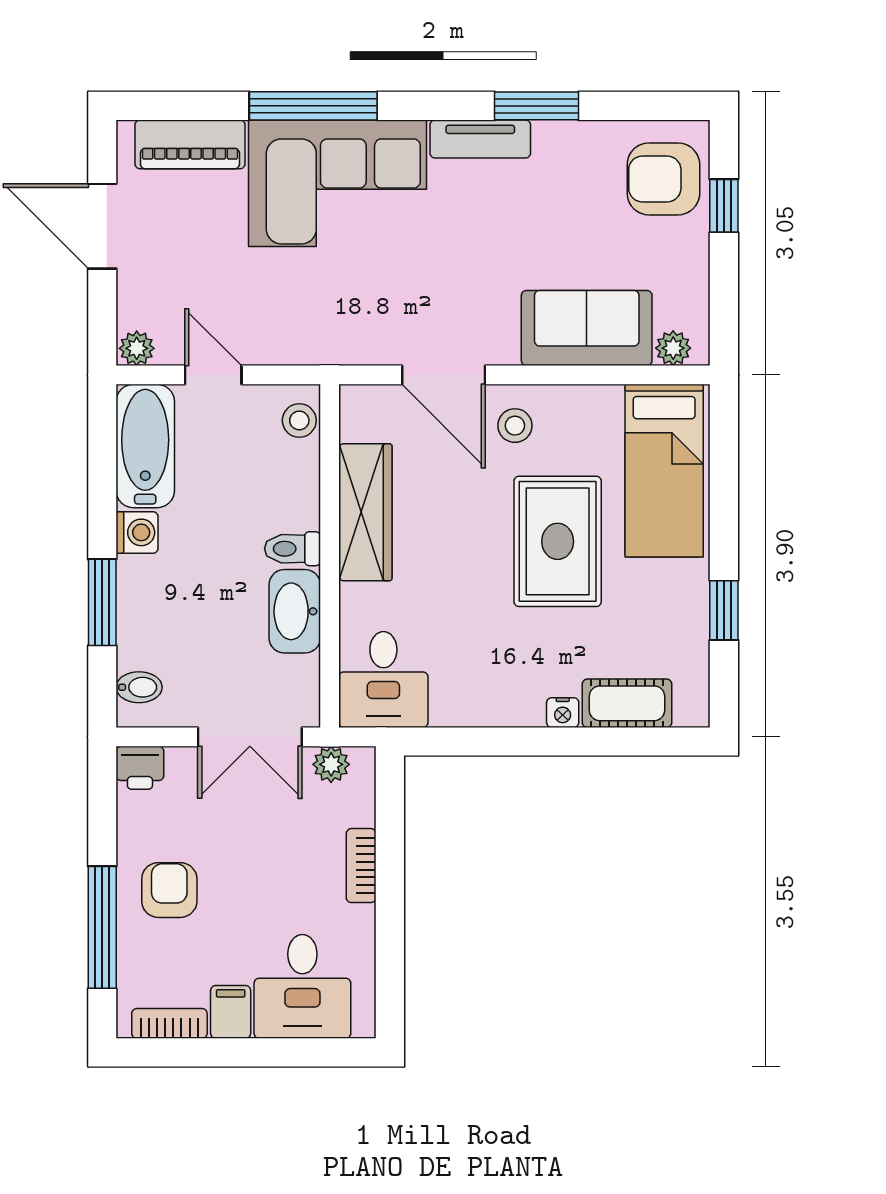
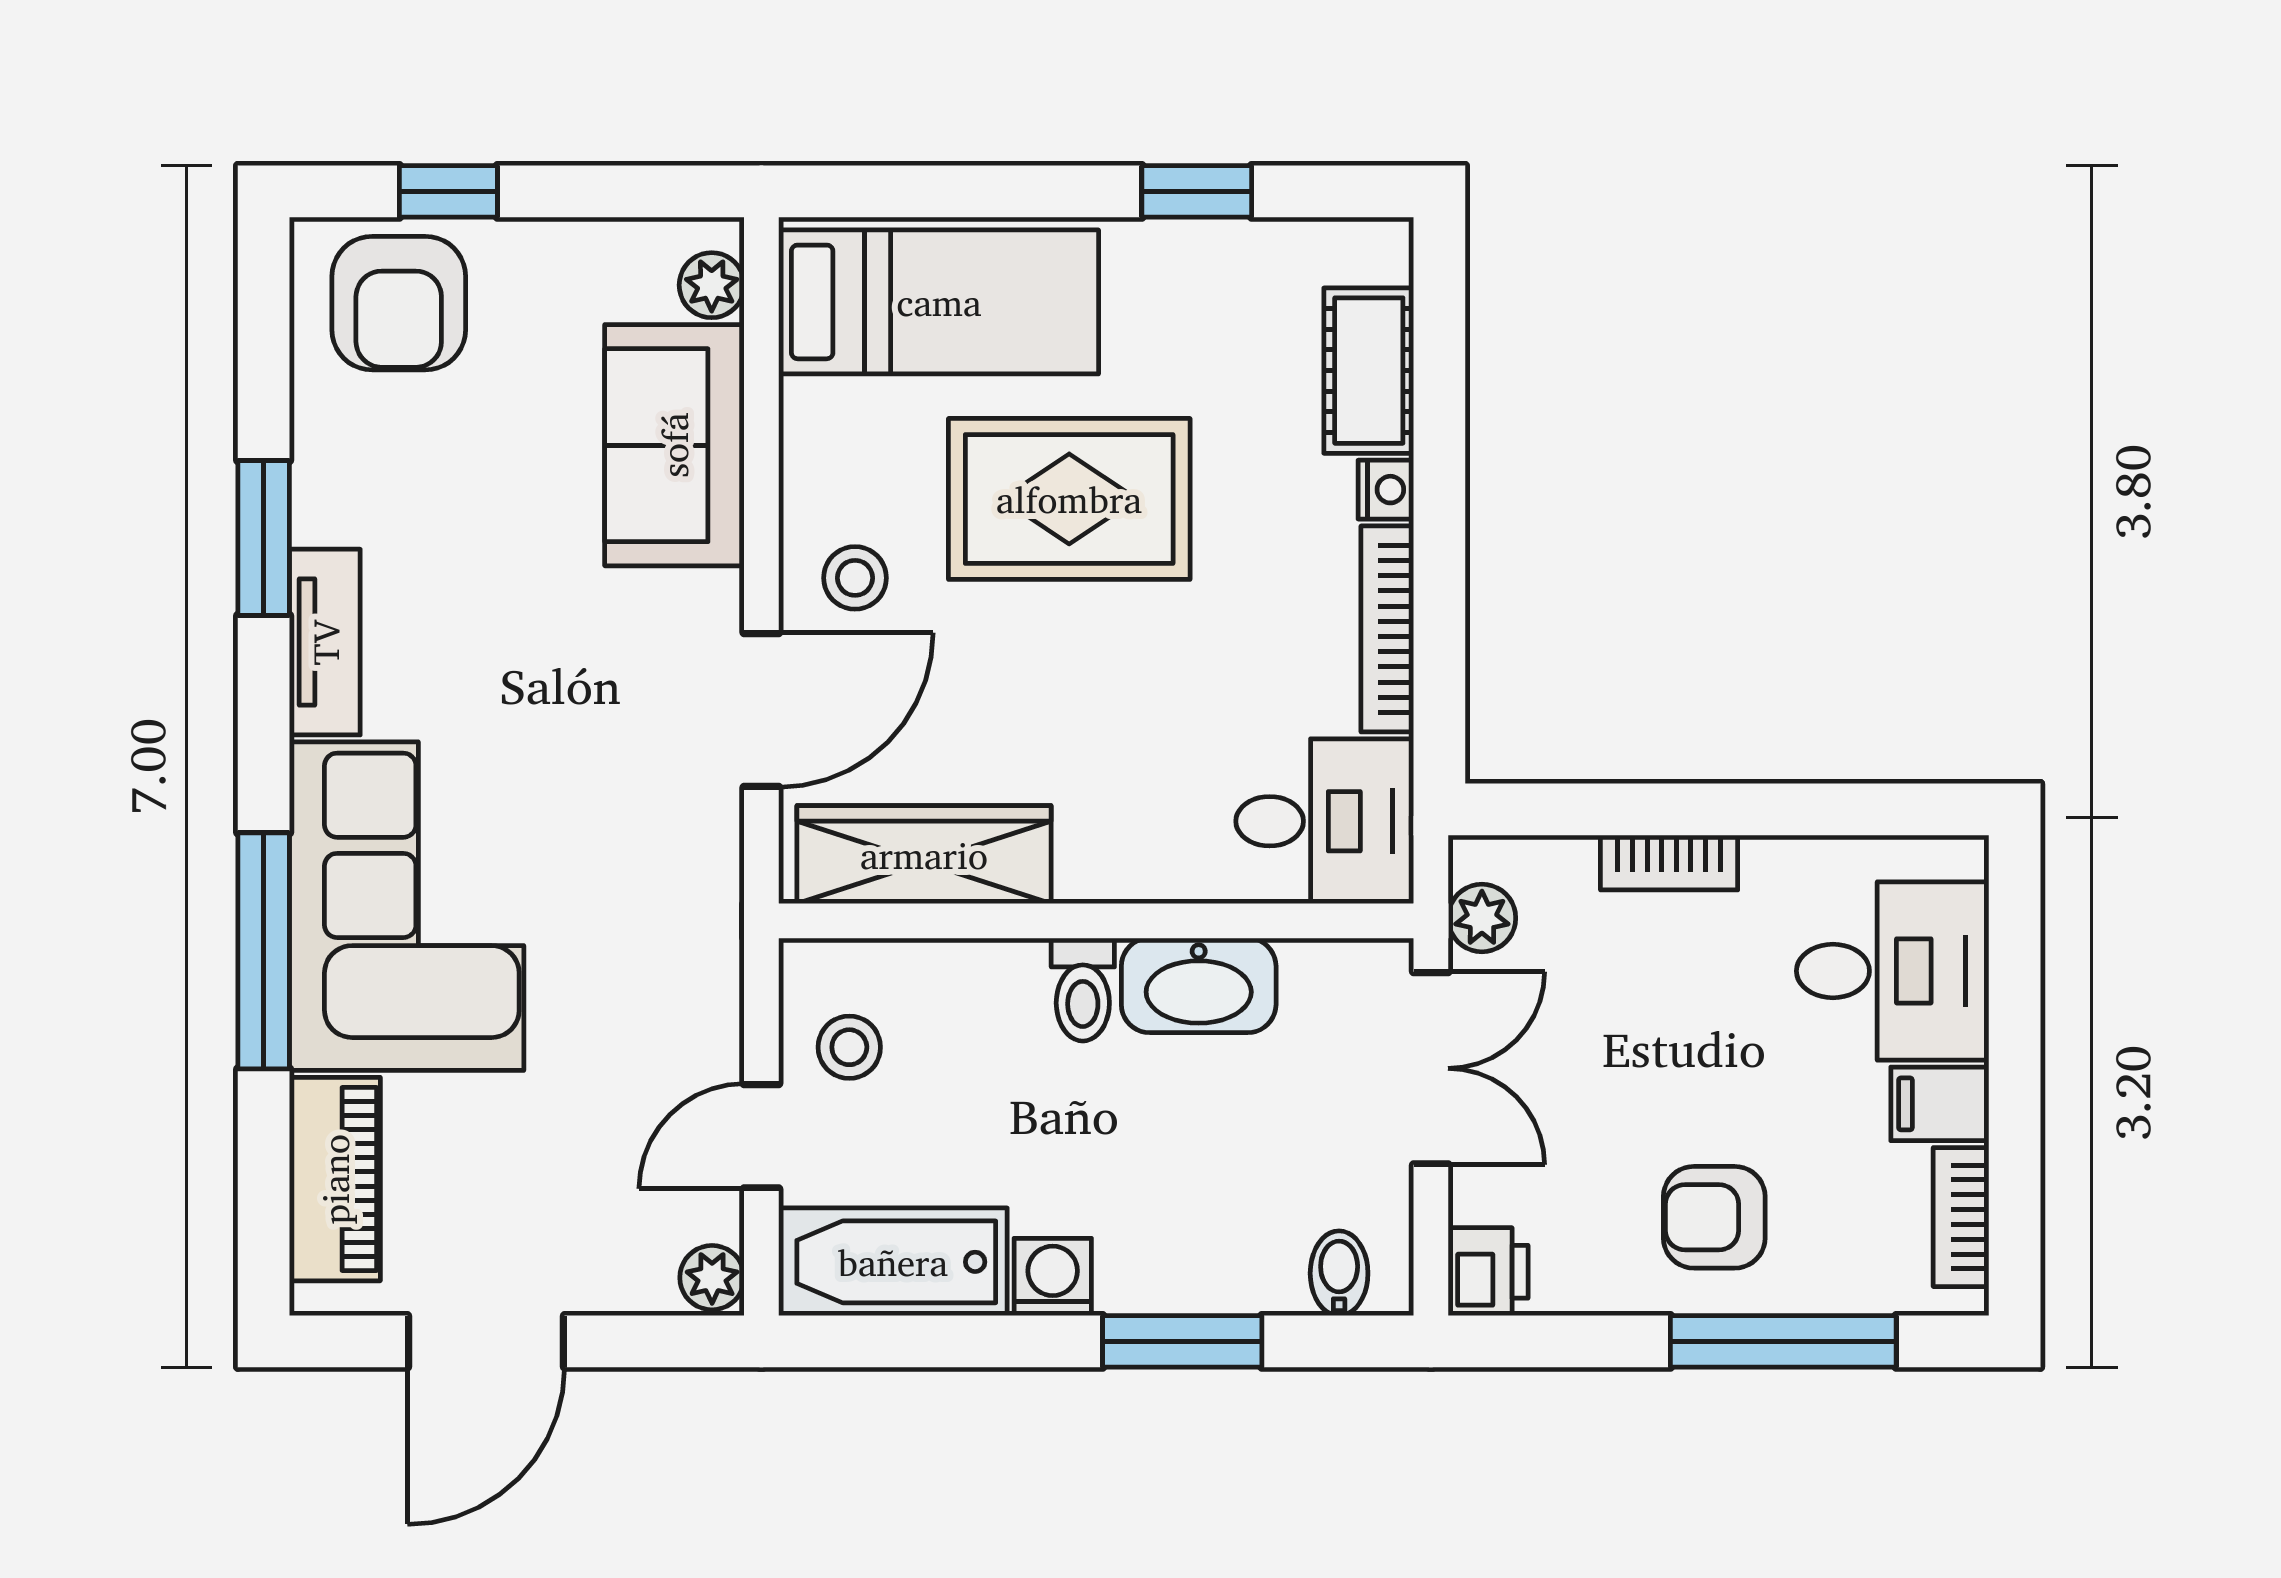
stool: (299, 420) -> (849, 1047), moved
wardrobe: (365, 512) -> (924, 855), moved
bookcase: (487, 713) -> (1387, 629), added

